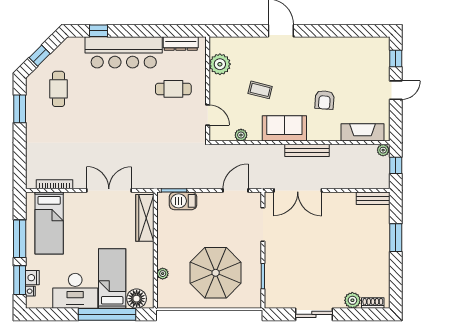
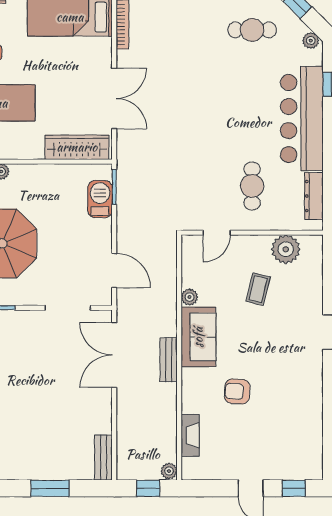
plant: (66, 46) -> (311, 41), added
coffee table: (260, 90) -> (258, 289), moved
fireplace: (363, 132) -> (190, 435), width x0.73, depth x0.76
plant: (241, 135) -> (189, 297), moved
bench: (307, 150) -> (169, 360), width x0.73

